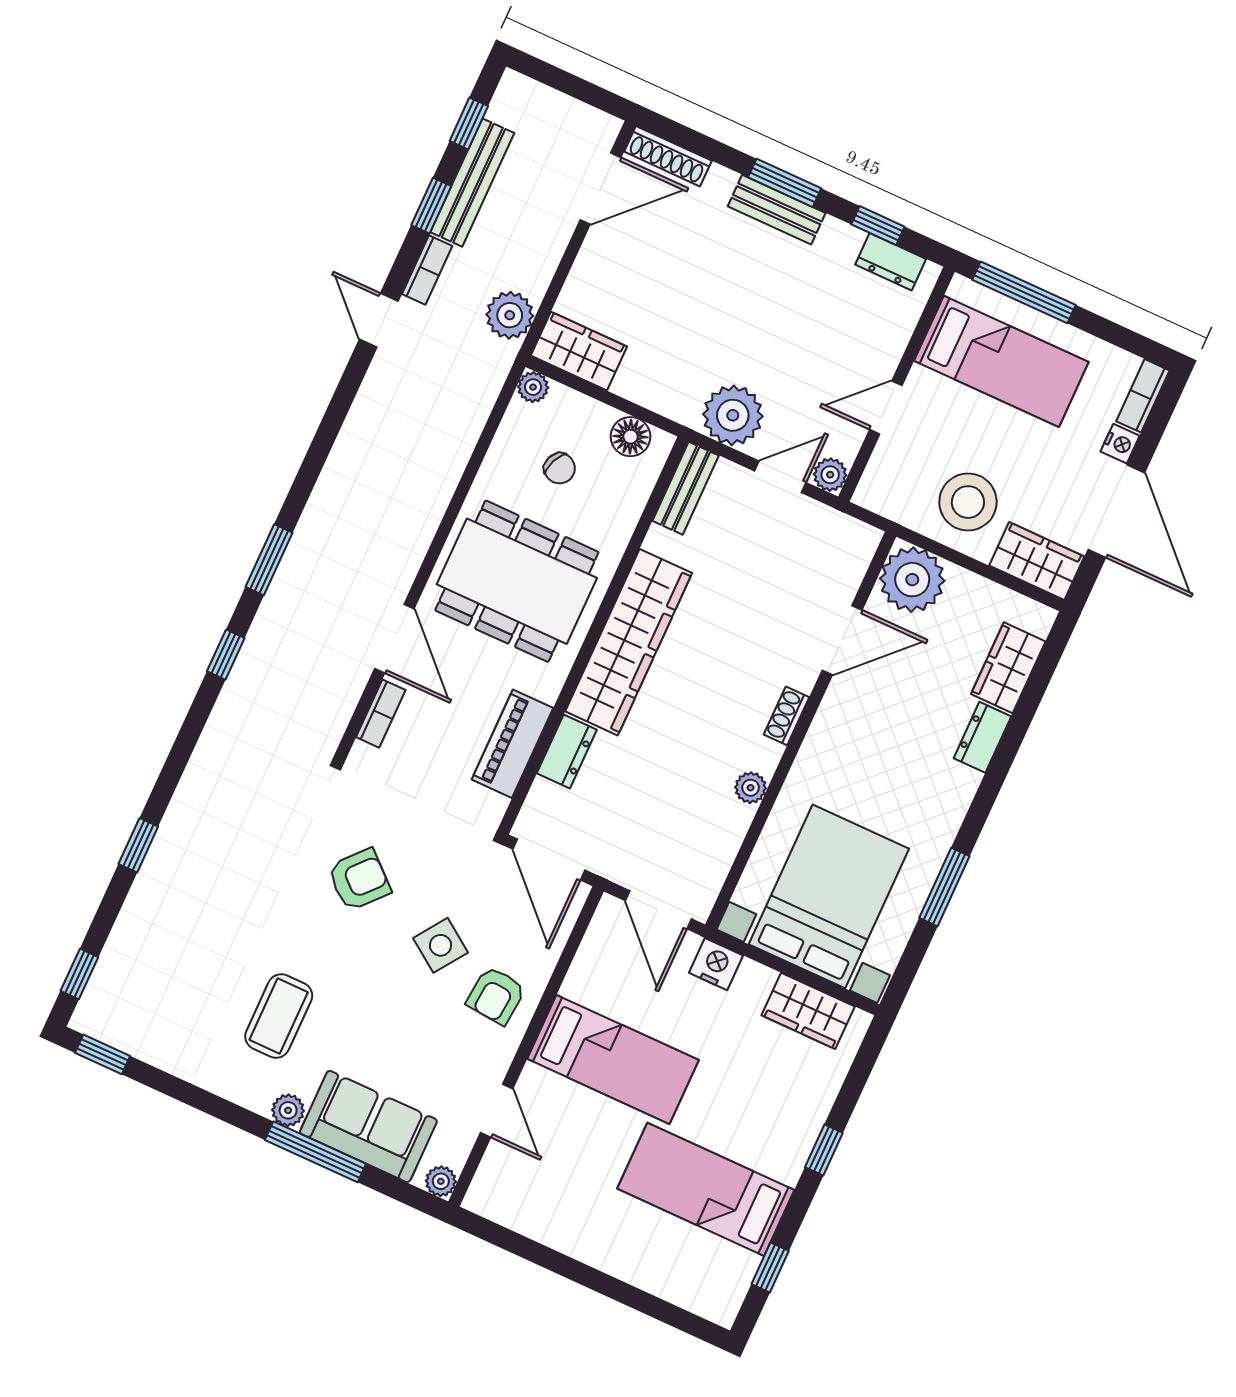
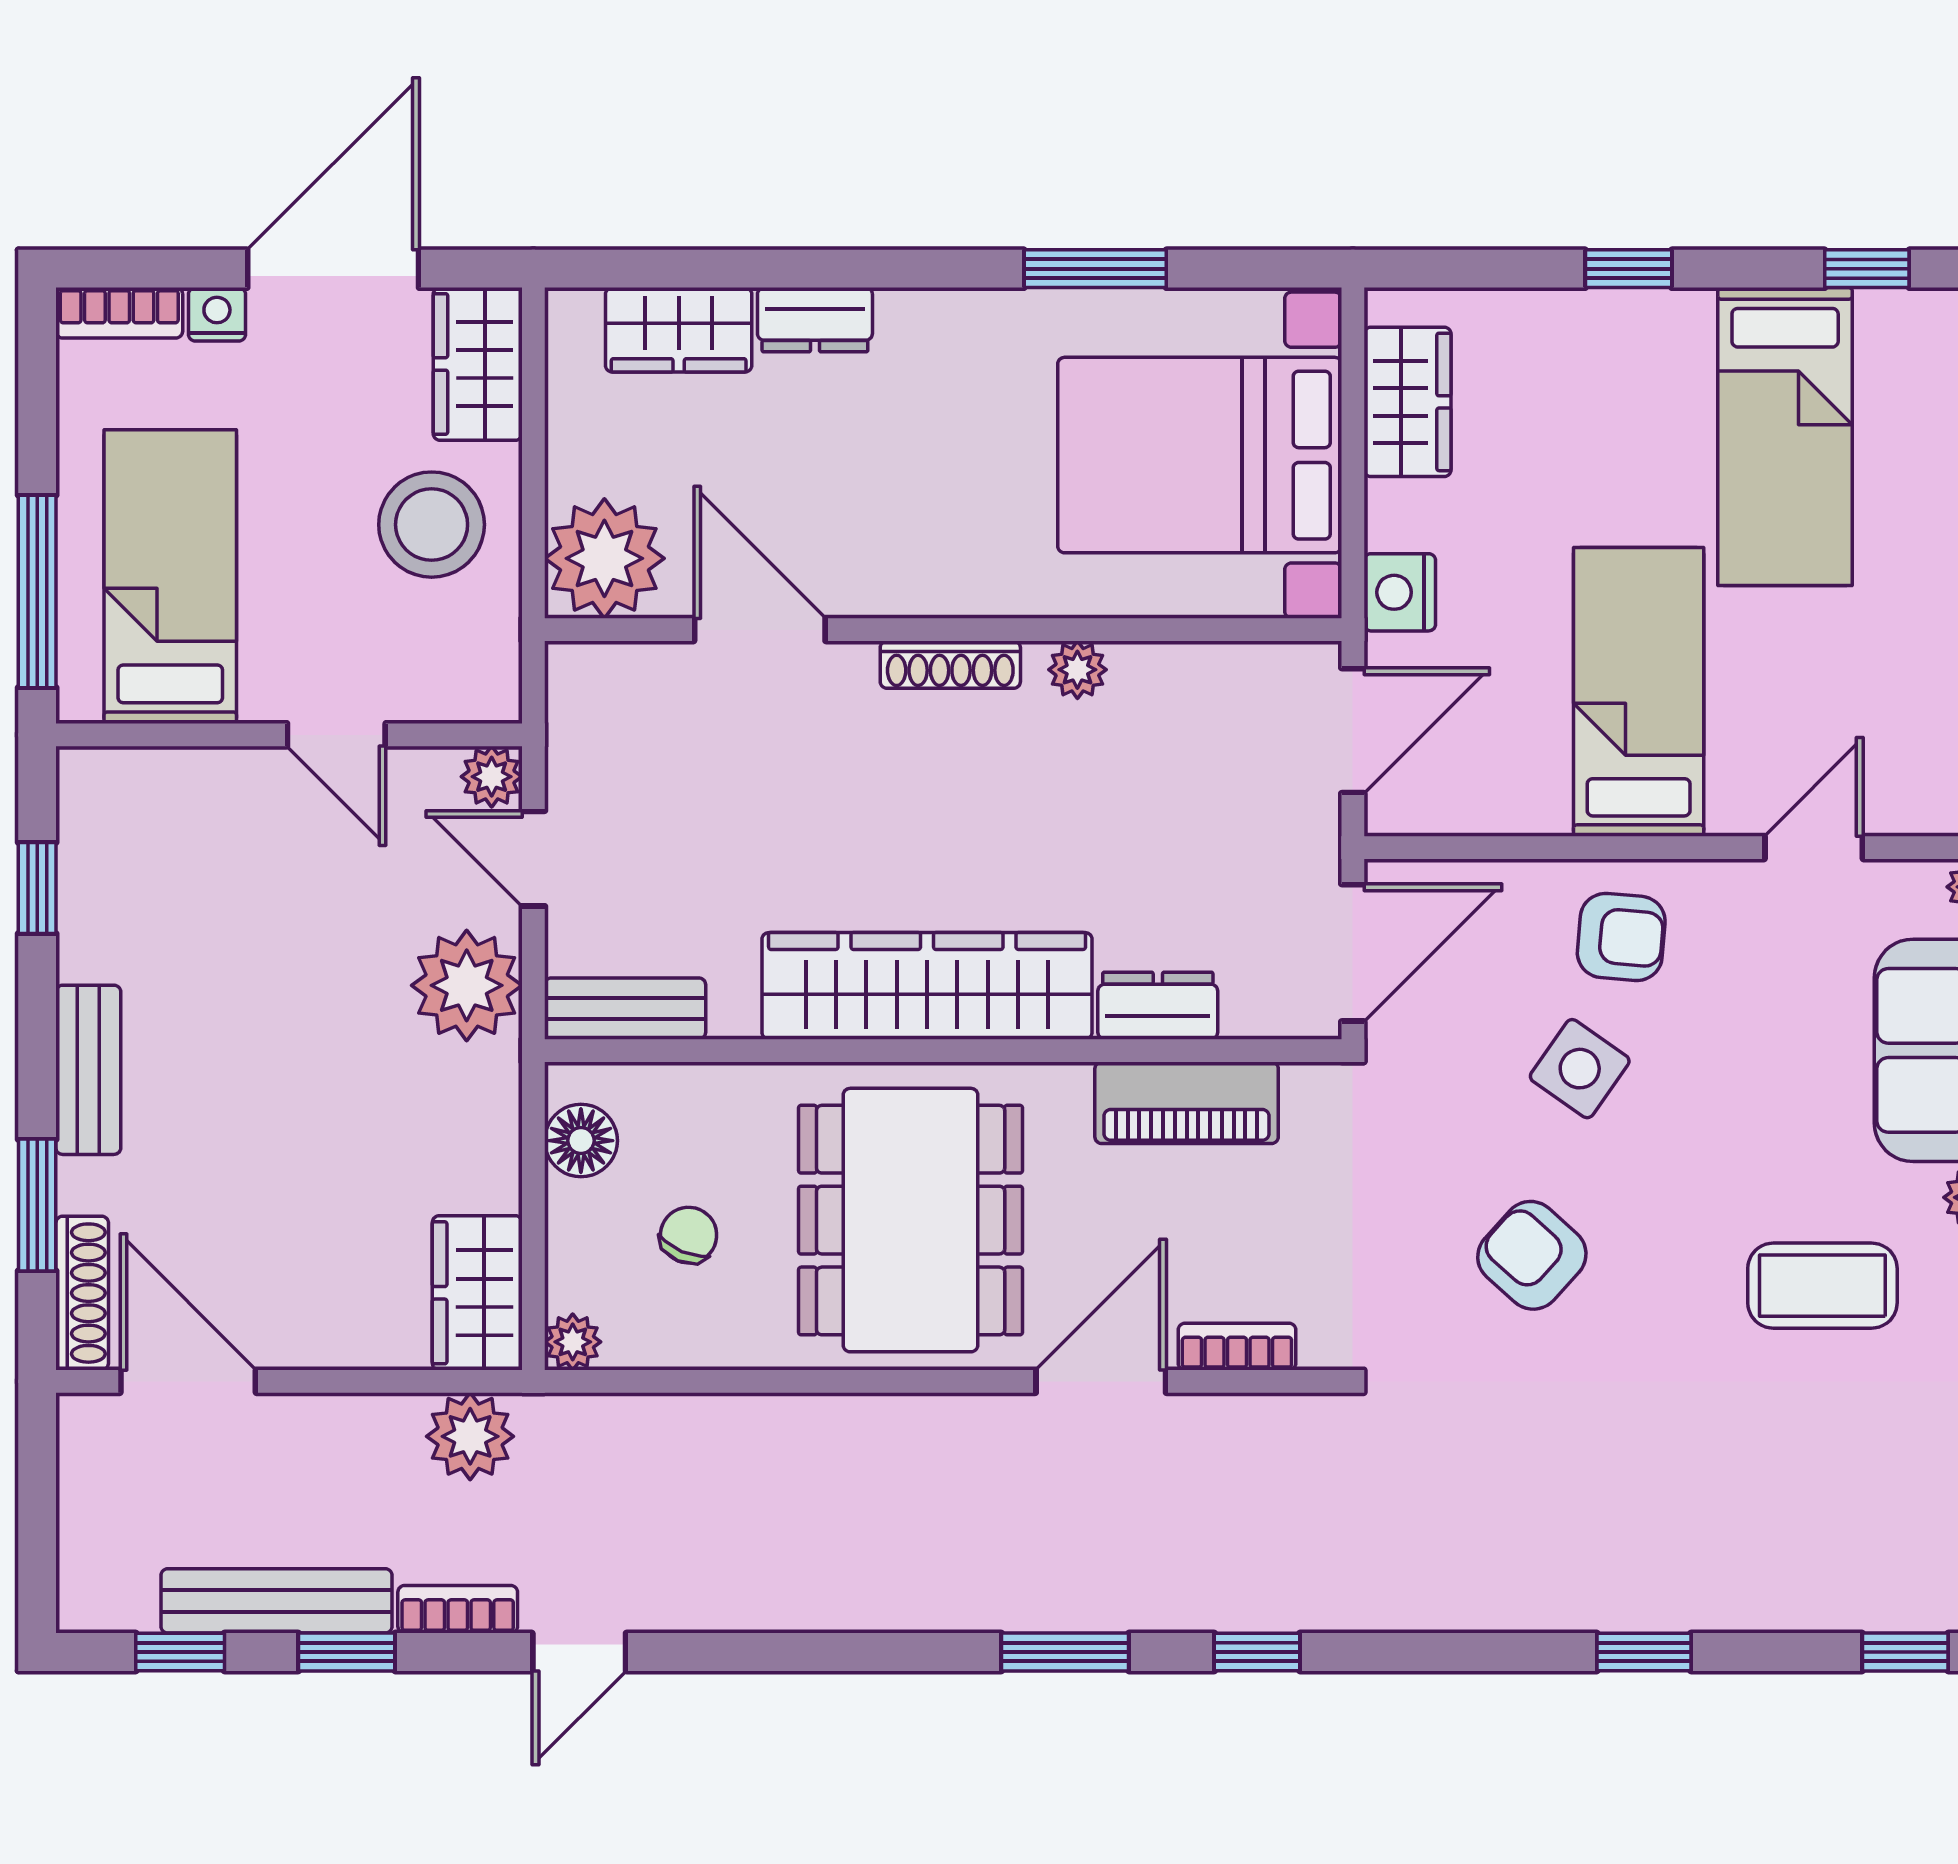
window: (785, 183) -> (37, 1205), moved
dresser: (891, 262) -> (88, 839), removed
shoe rack: (787, 716) -> (950, 665), width x1.43

